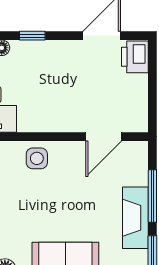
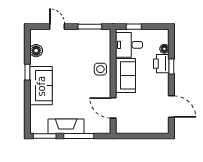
printer: (135, 57) -> (161, 64), moved, turned -90
sofa: (48, 115) -> (125, 75), added

